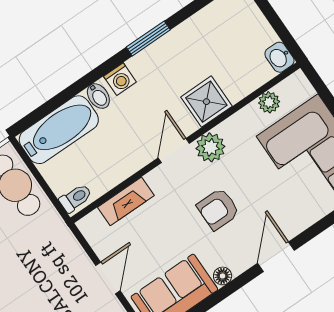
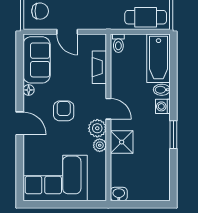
plant: (269, 102) -> (100, 145), moved

